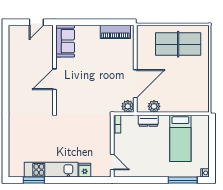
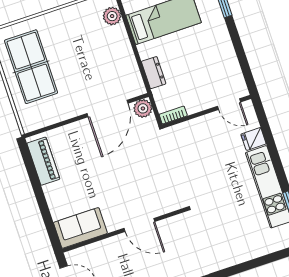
door: (135, 84) -> (108, 108), swing flipped
plant: (154, 106) -> (112, 16), moved
door: (112, 162) -> (229, 104), swing flipped

